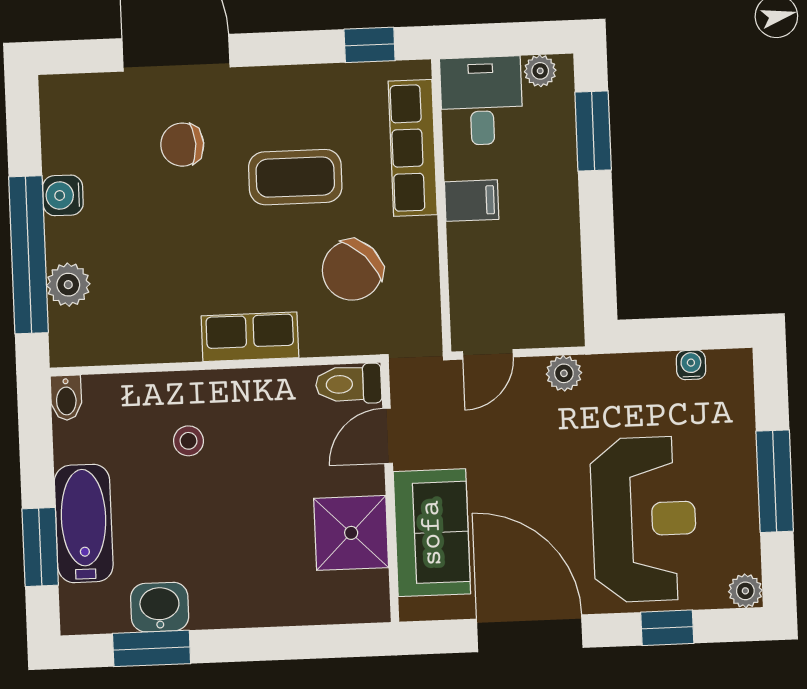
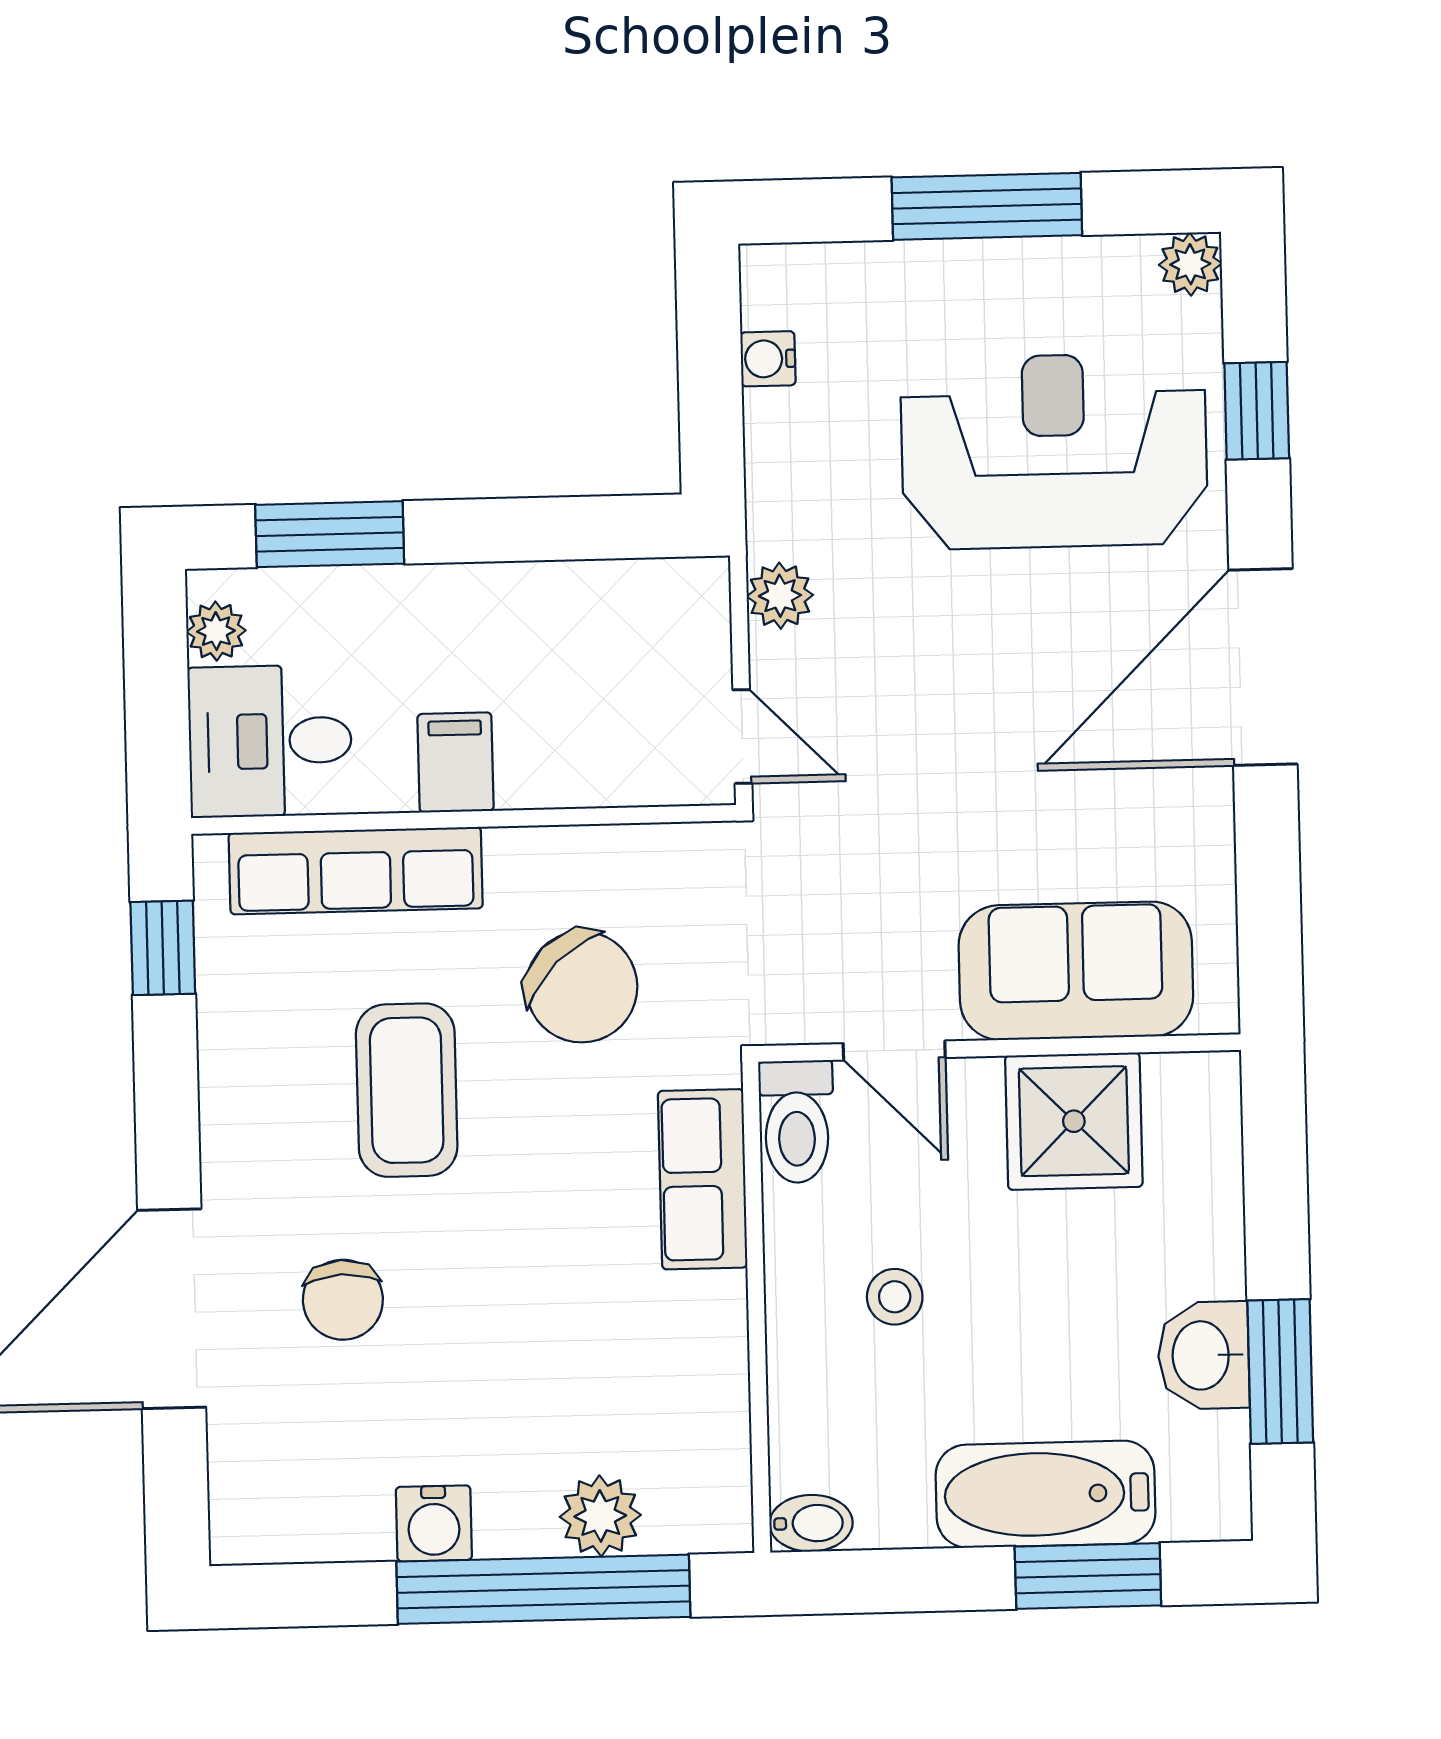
toilet: (349, 384) -> (797, 1122), moved
door: (388, 436) -> (894, 1051), moved
wall: (390, 492) -> (999, 1048), moved
shower: (351, 533) -> (1074, 1121), moved
sofa: (432, 533) -> (1076, 971), moved

